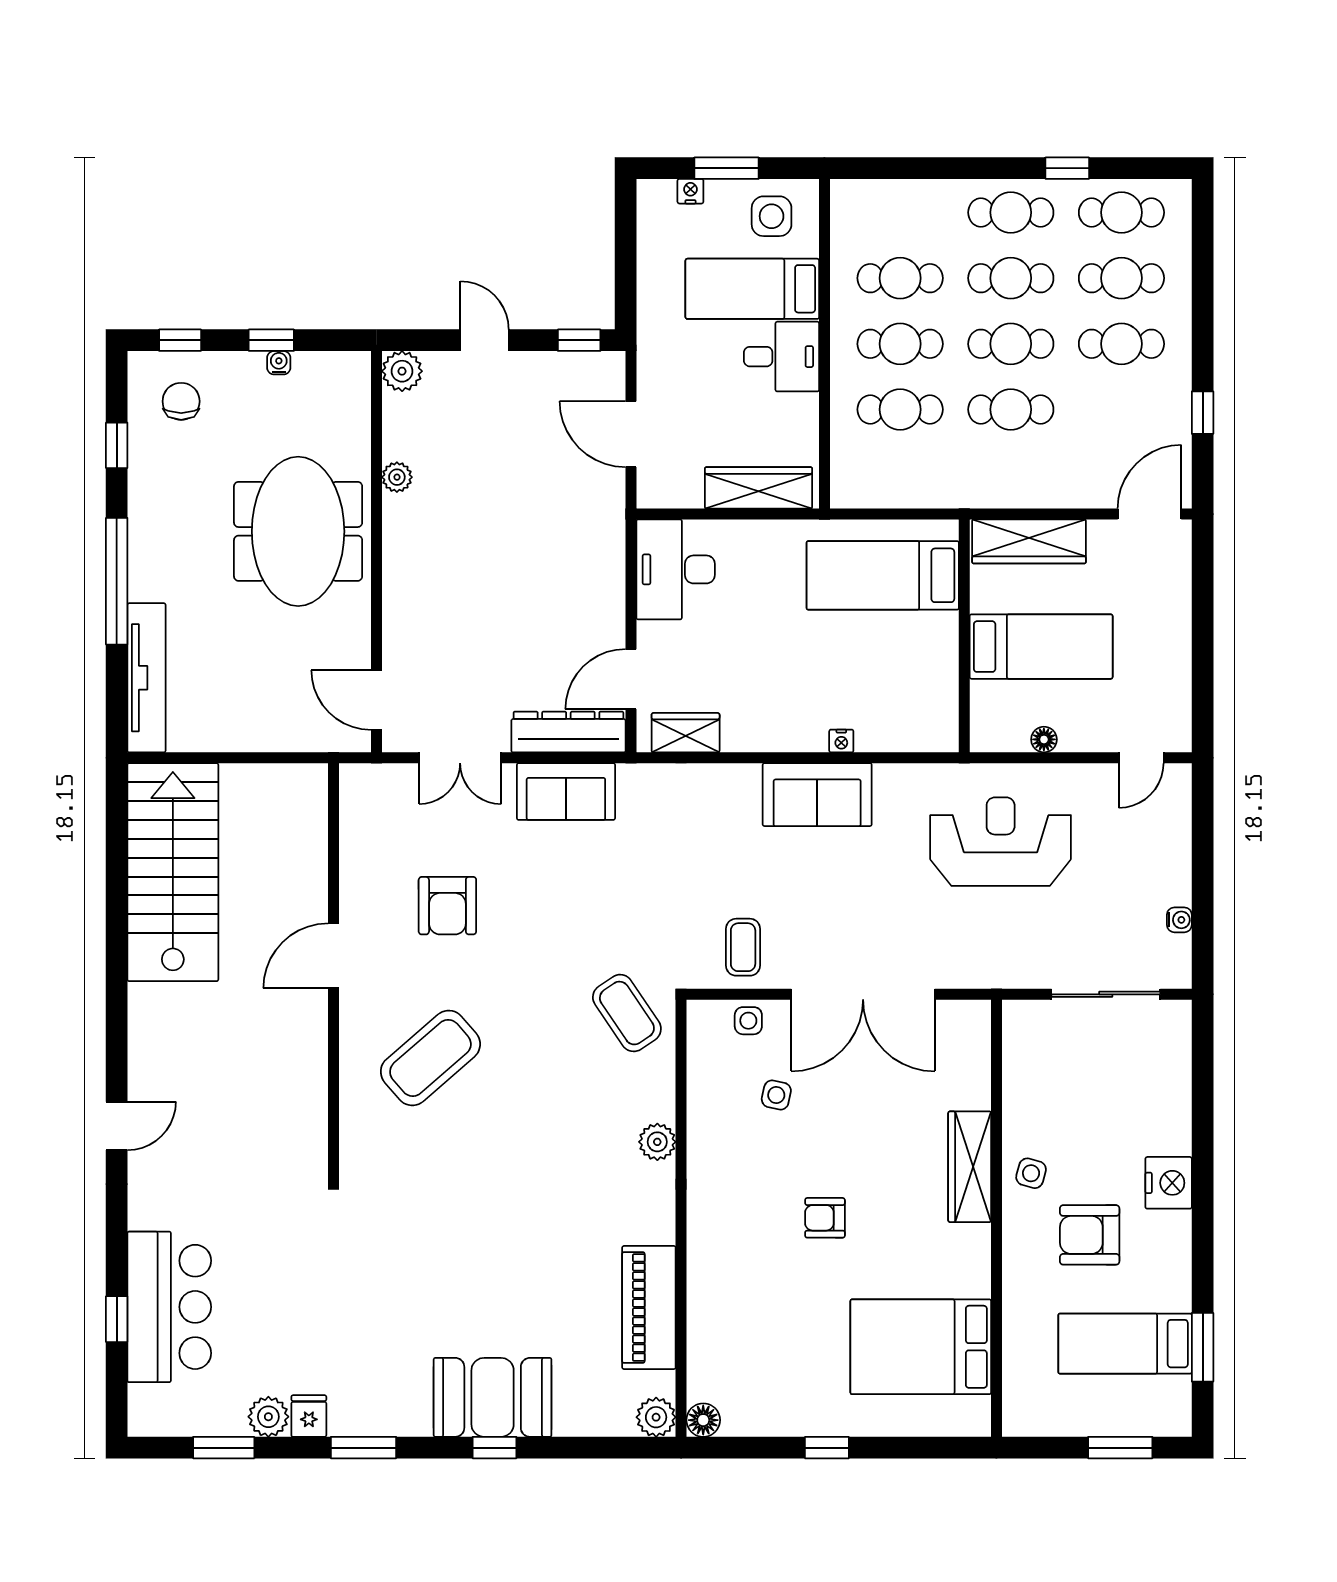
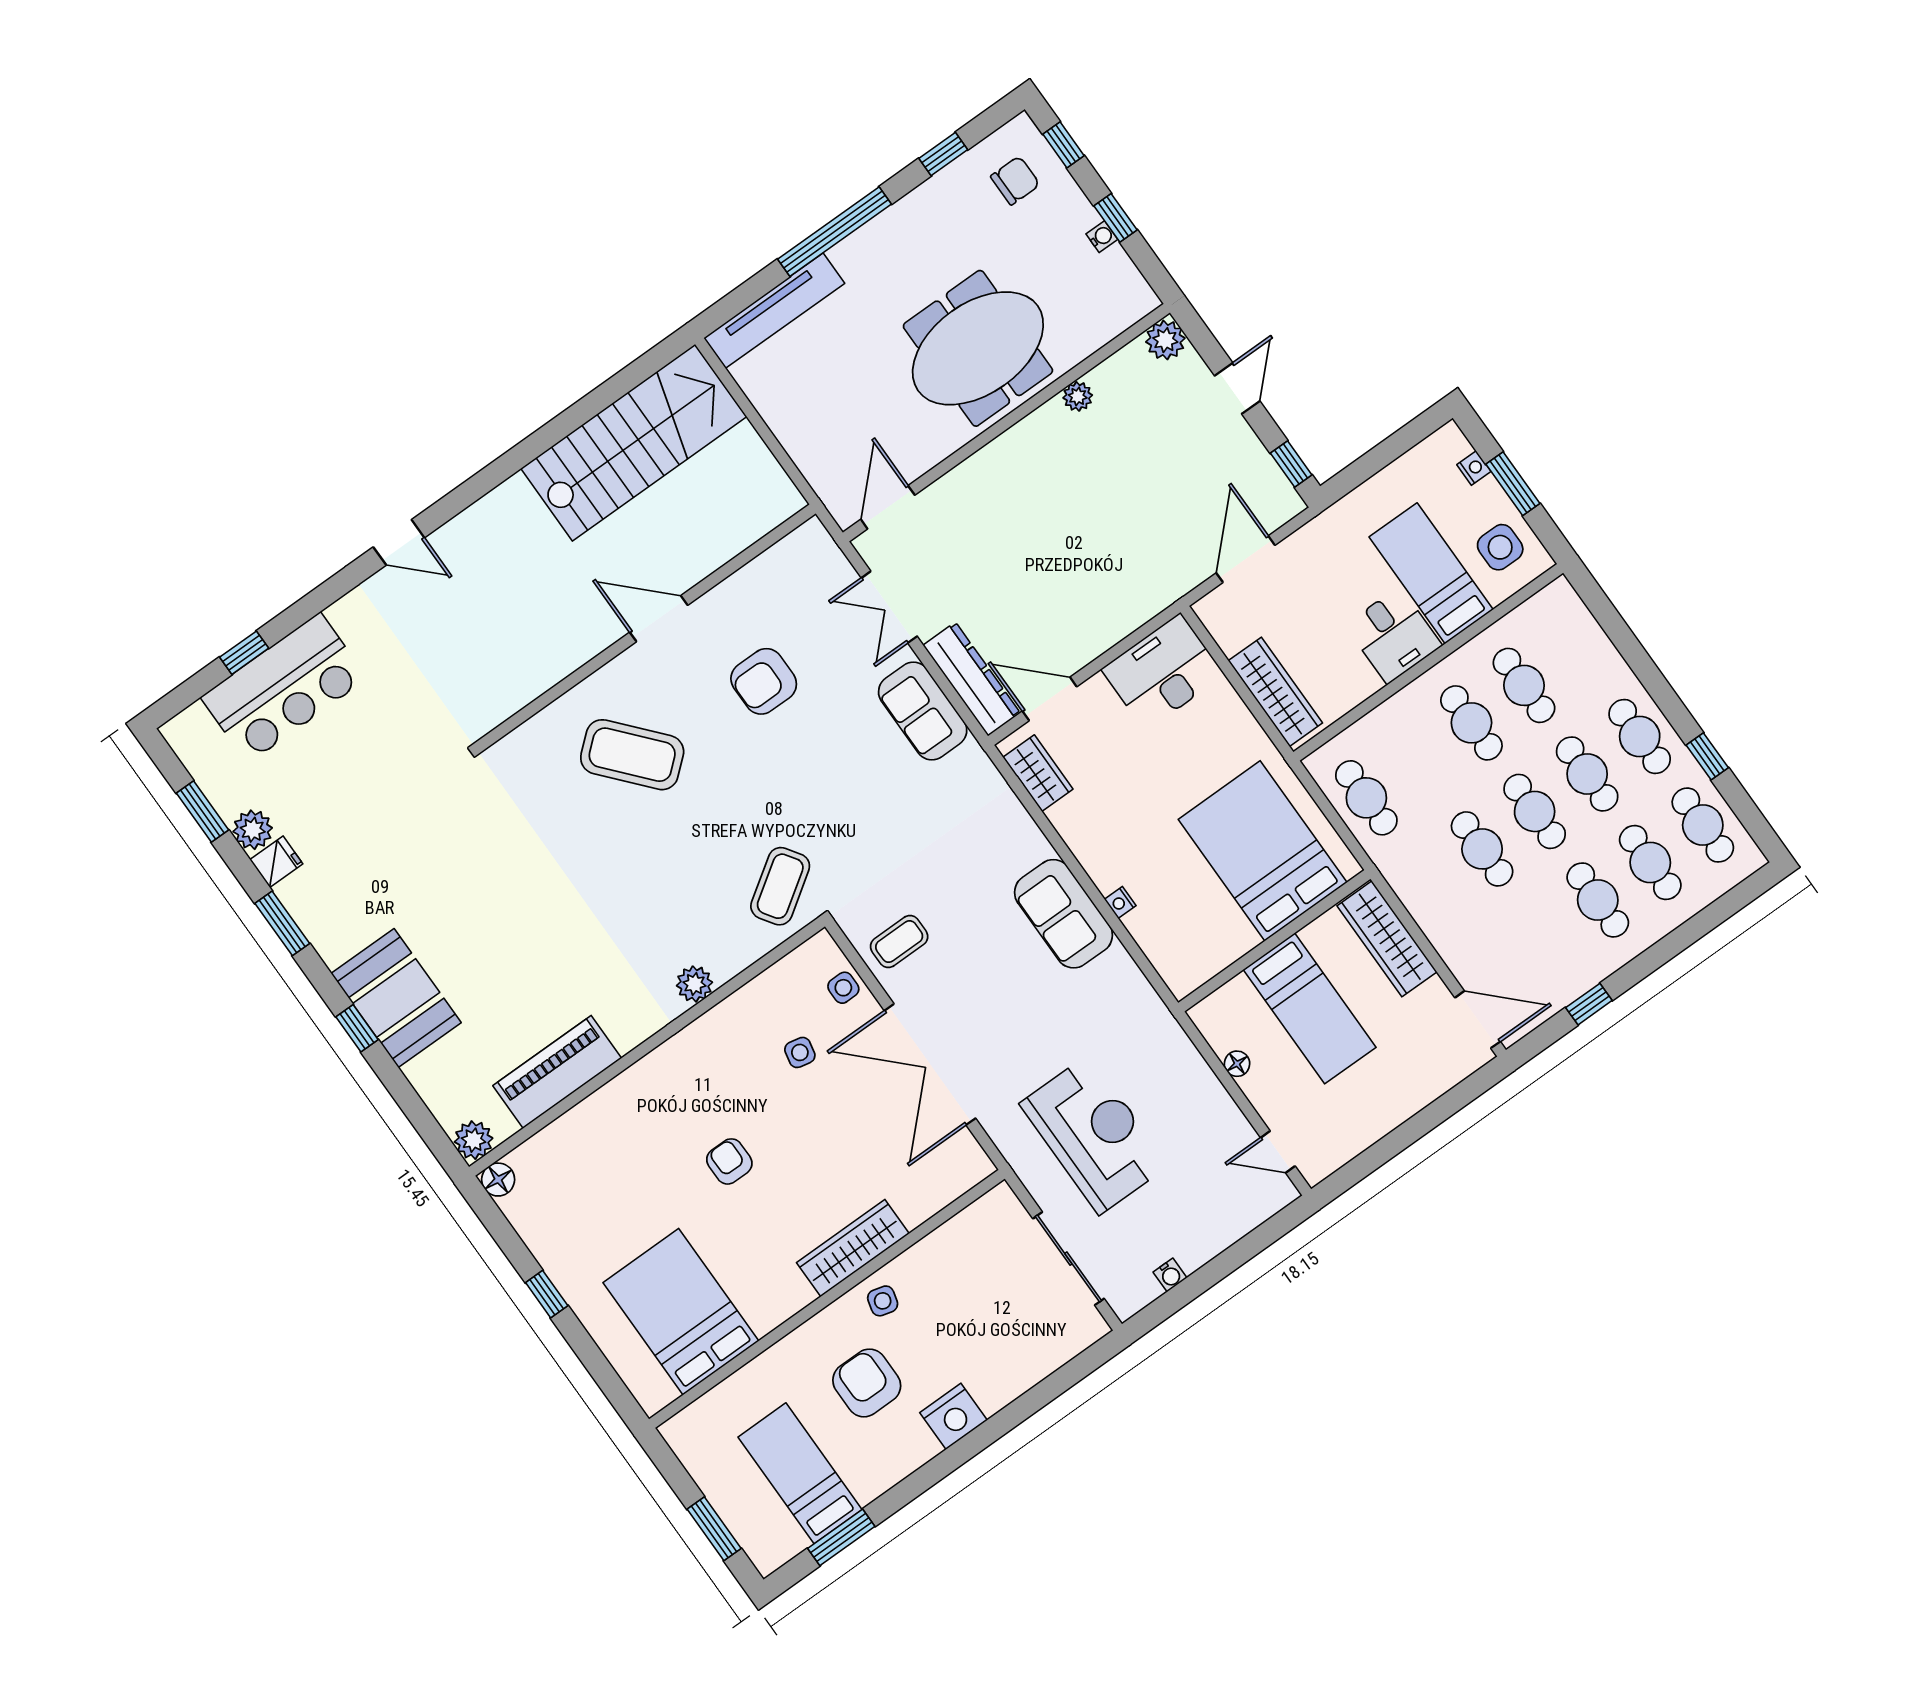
cafe table: (900, 409) -> (1366, 798), moved
bed: (883, 575) -> (1263, 851), width x1.50
reception desk: (1001, 842) -> (1094, 1135), moved

